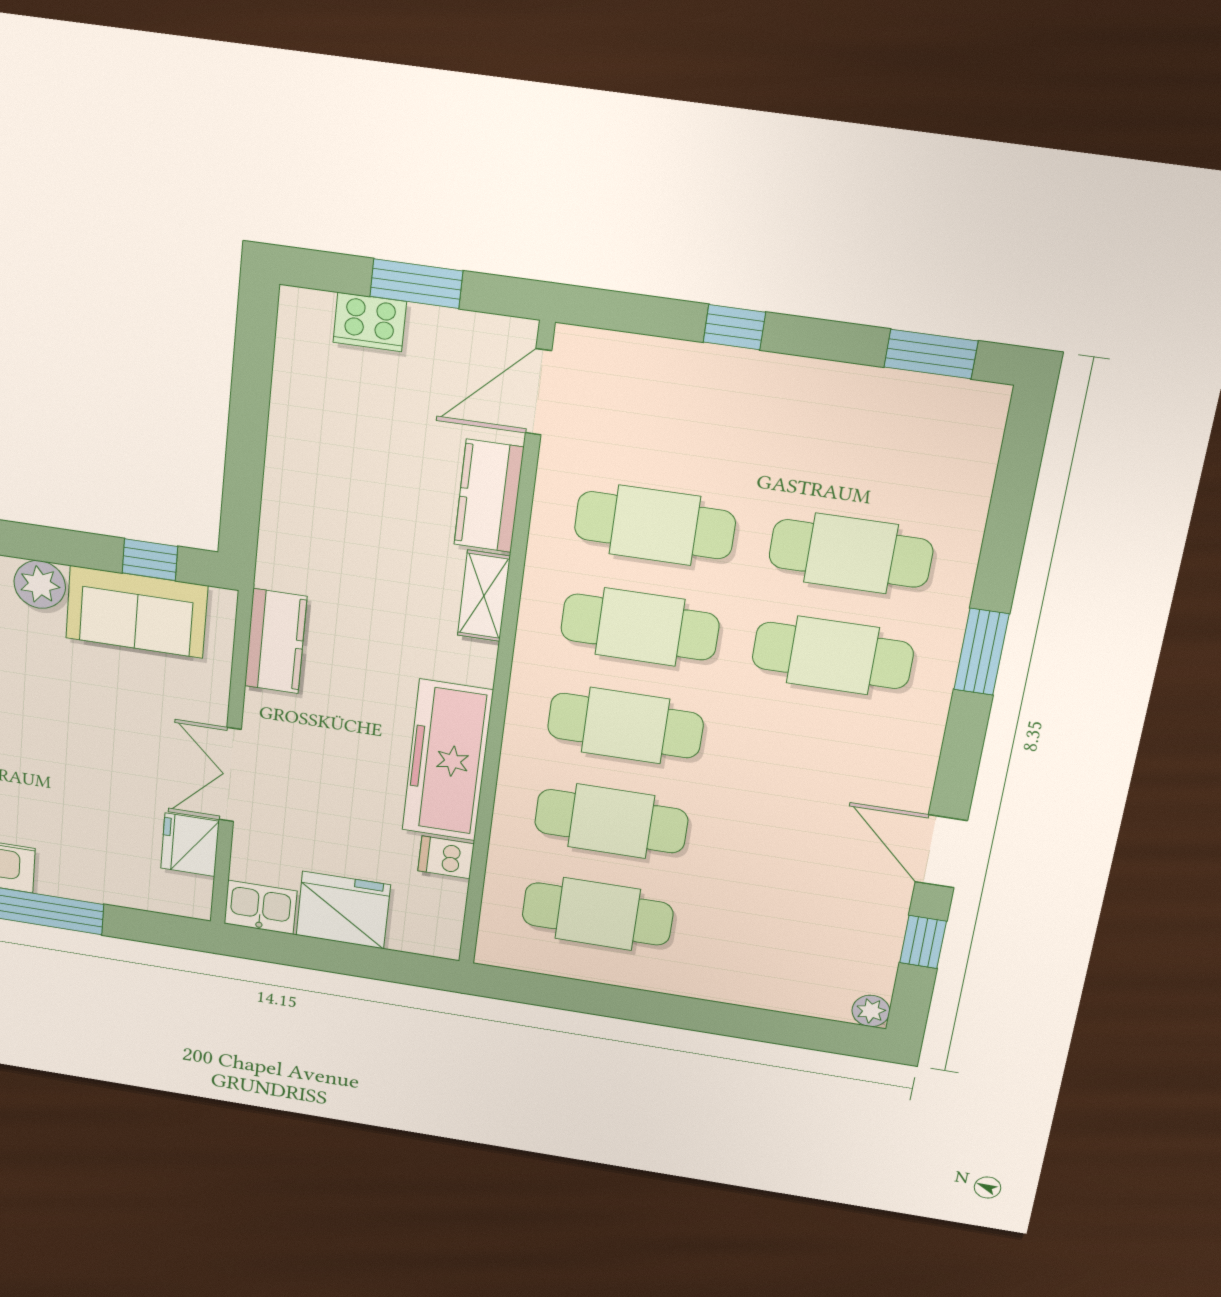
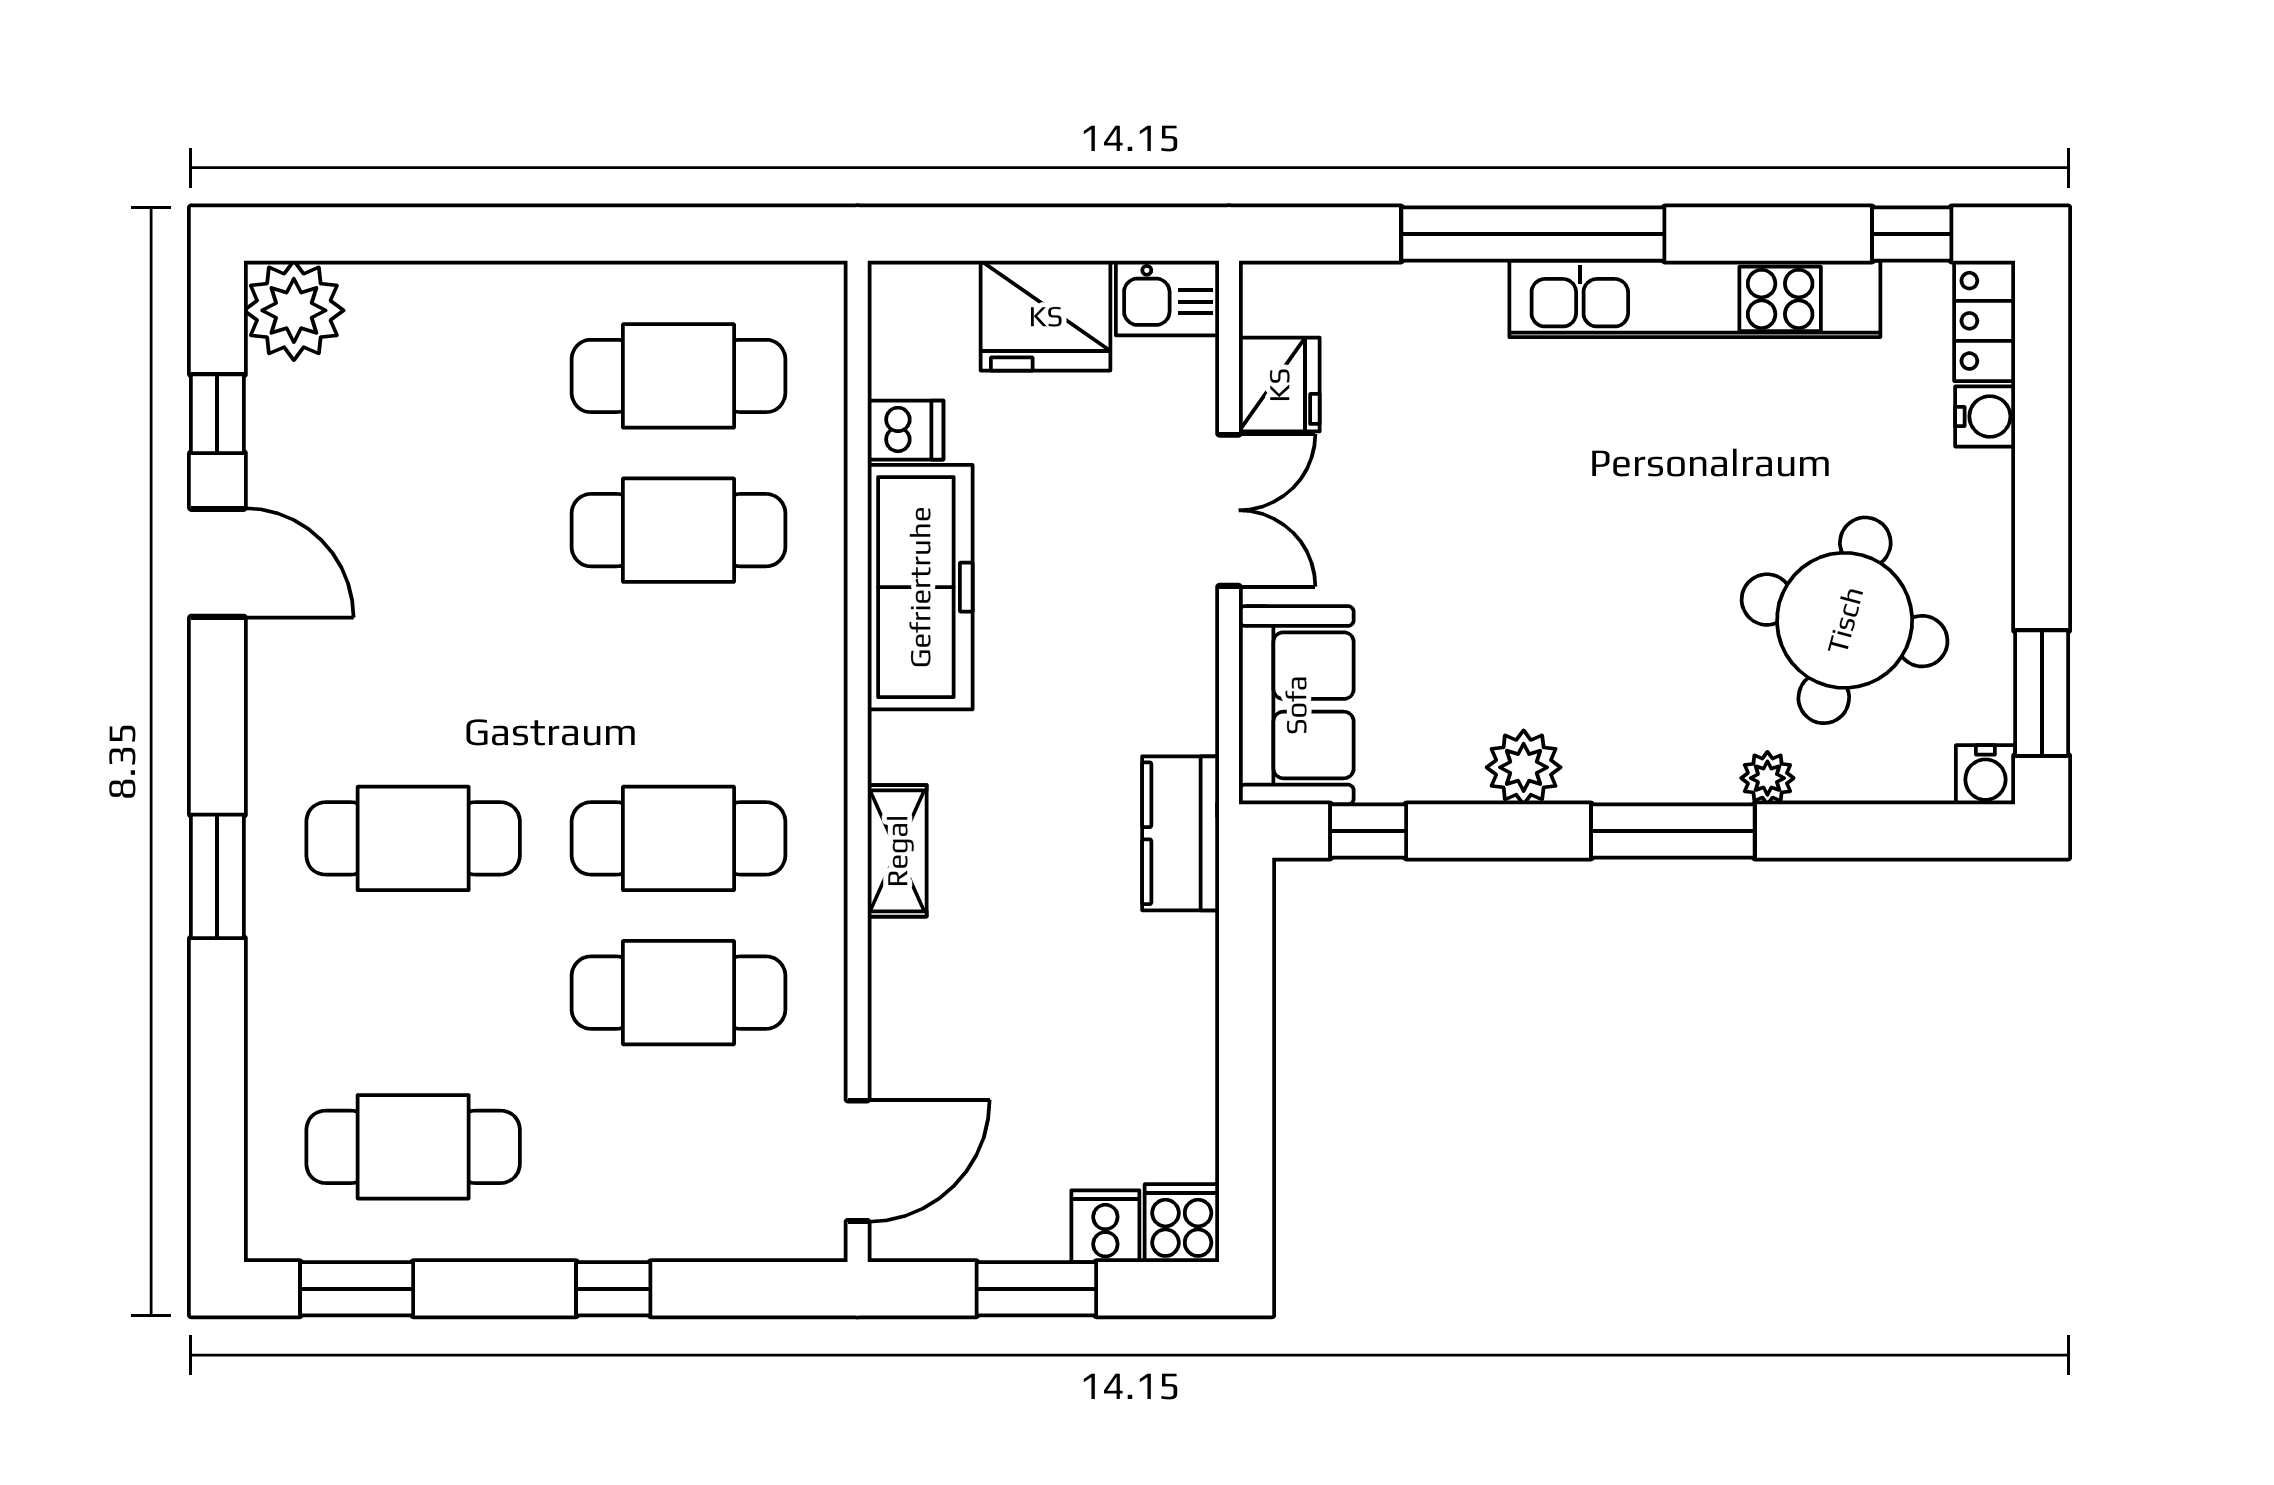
cooker: (304, 315) -> (1182, 1223), added
cooker: (370, 322) -> (1105, 1226), width x0.73
kitchen counter: (489, 496) -> (907, 1001), removed
cafe table: (851, 553) -> (413, 1147), moved
sofa: (137, 612) -> (1296, 705), moved, turned 90
kitchen counter: (276, 641) -> (1181, 833), moved
cafe table: (625, 726) -> (678, 684), removed
plant: (871, 1011) -> (294, 310), width x1.87, depth x1.87

